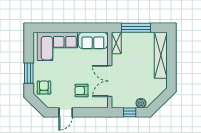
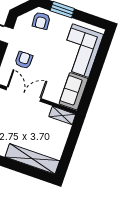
window: (136, 28) -> (71, 142), removed
armchair: (44, 87) -> (41, 21), turned 85

